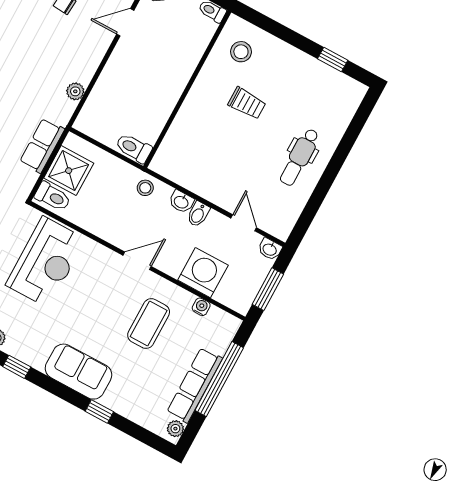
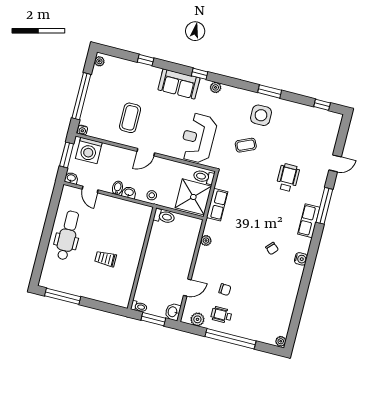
stool: (241, 52) -> (117, 287), removed
window: (333, 60) -> (63, 296), width x2.17
dental chair: (299, 157) -> (68, 235), width x1.36, depth x1.38
shower: (69, 171) -> (193, 197), width x1.37, depth x1.37
washing machine: (203, 273) -> (89, 151), moved
water cooler: (201, 307) -> (82, 130), moved
sofa: (78, 372) -> (179, 84), moved
row of seats: (195, 385) -> (95, 89), removed

